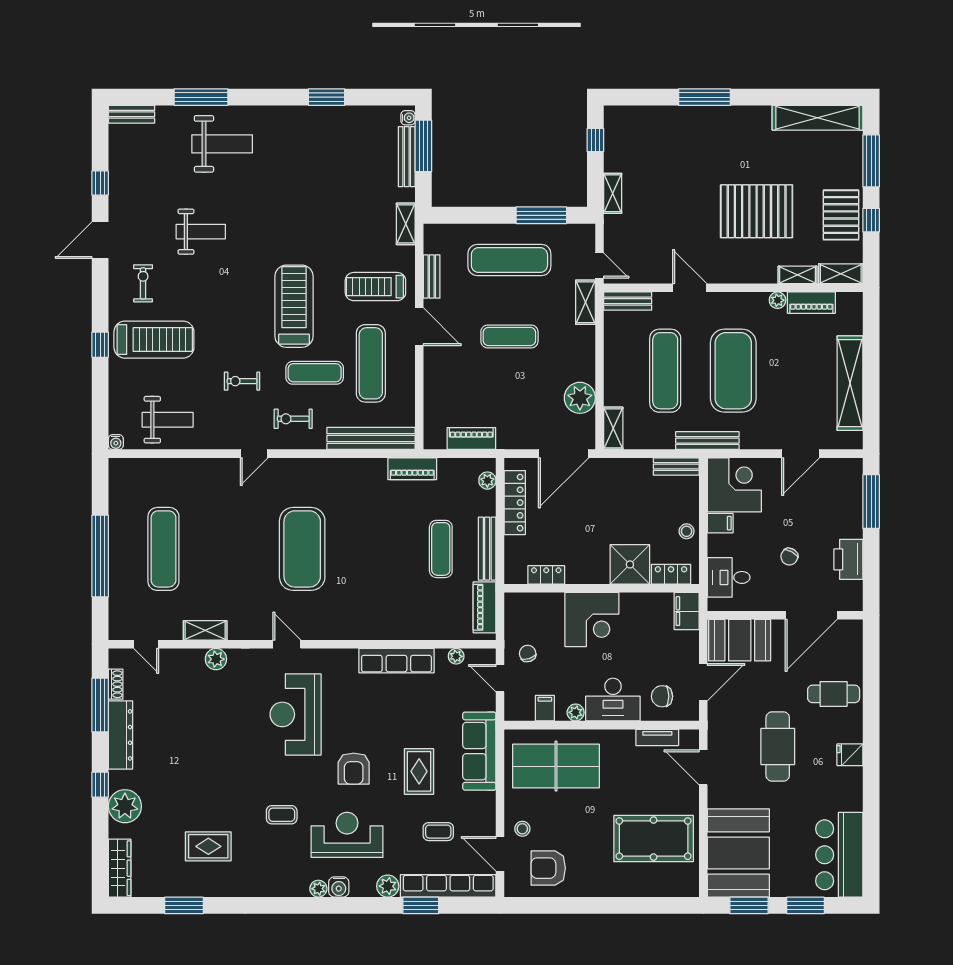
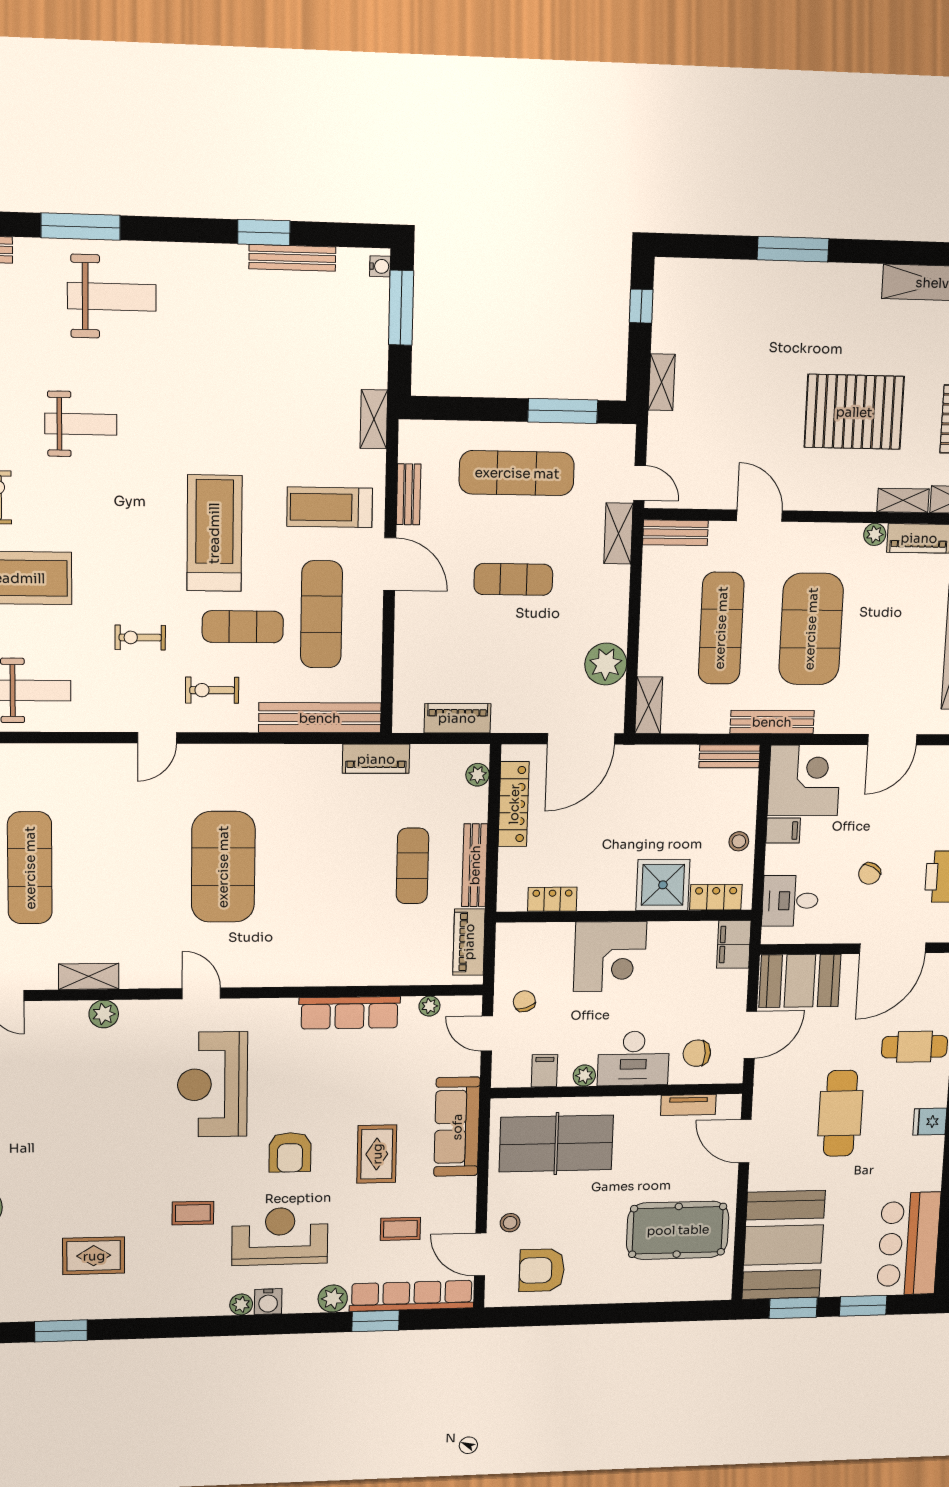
bench: (407, 157) -> (292, 258), moved, turned 90

